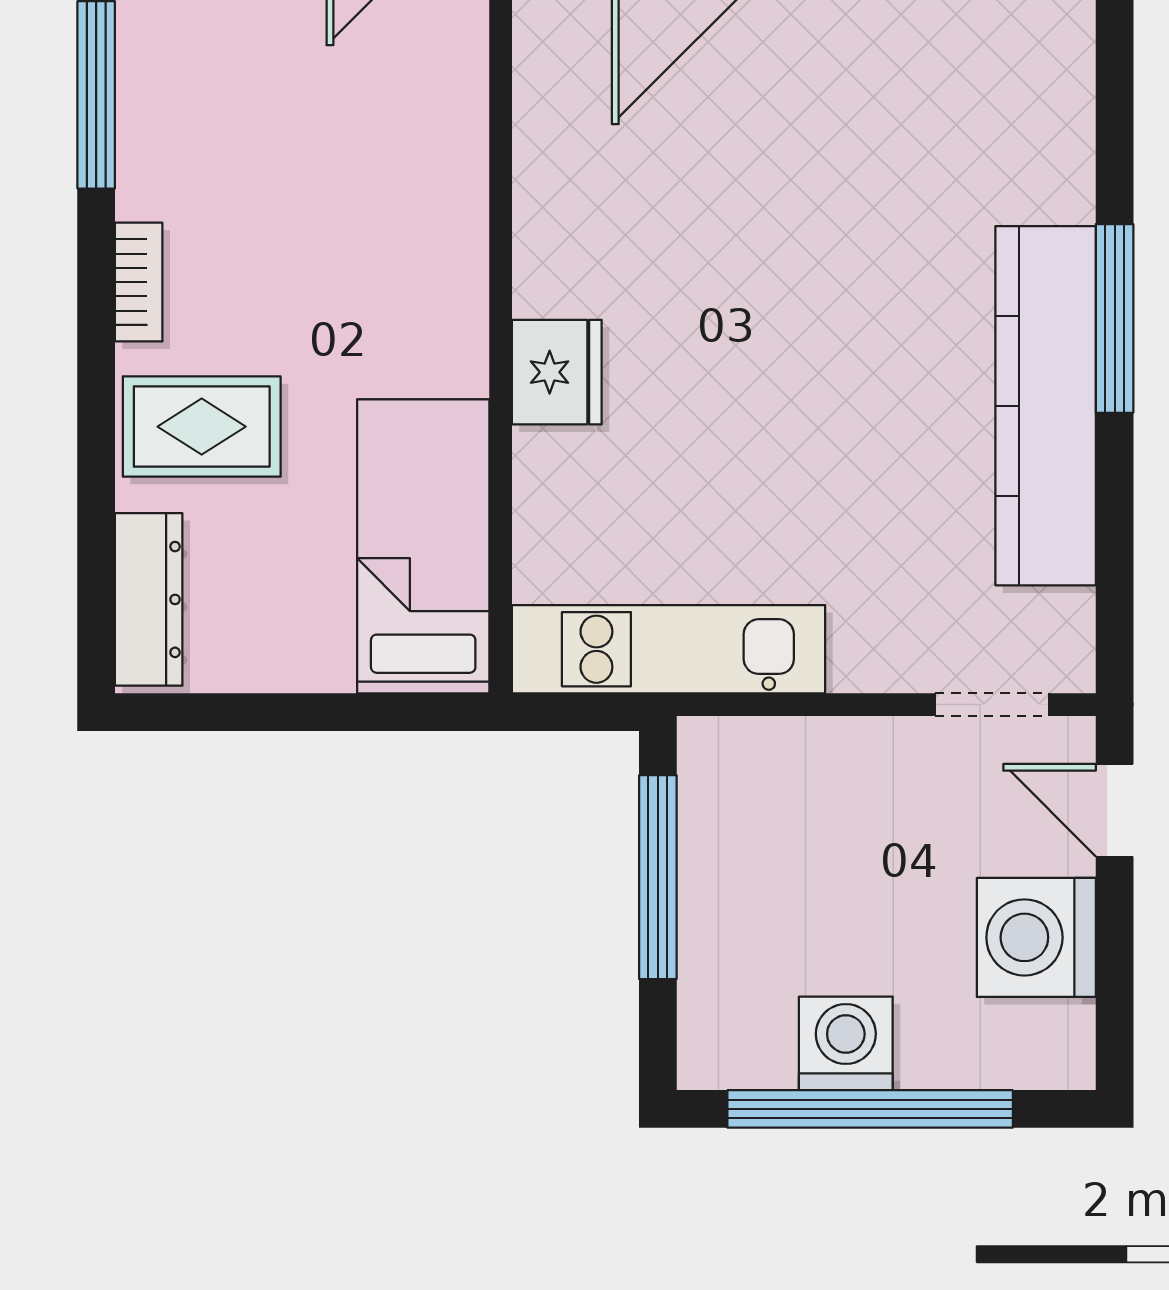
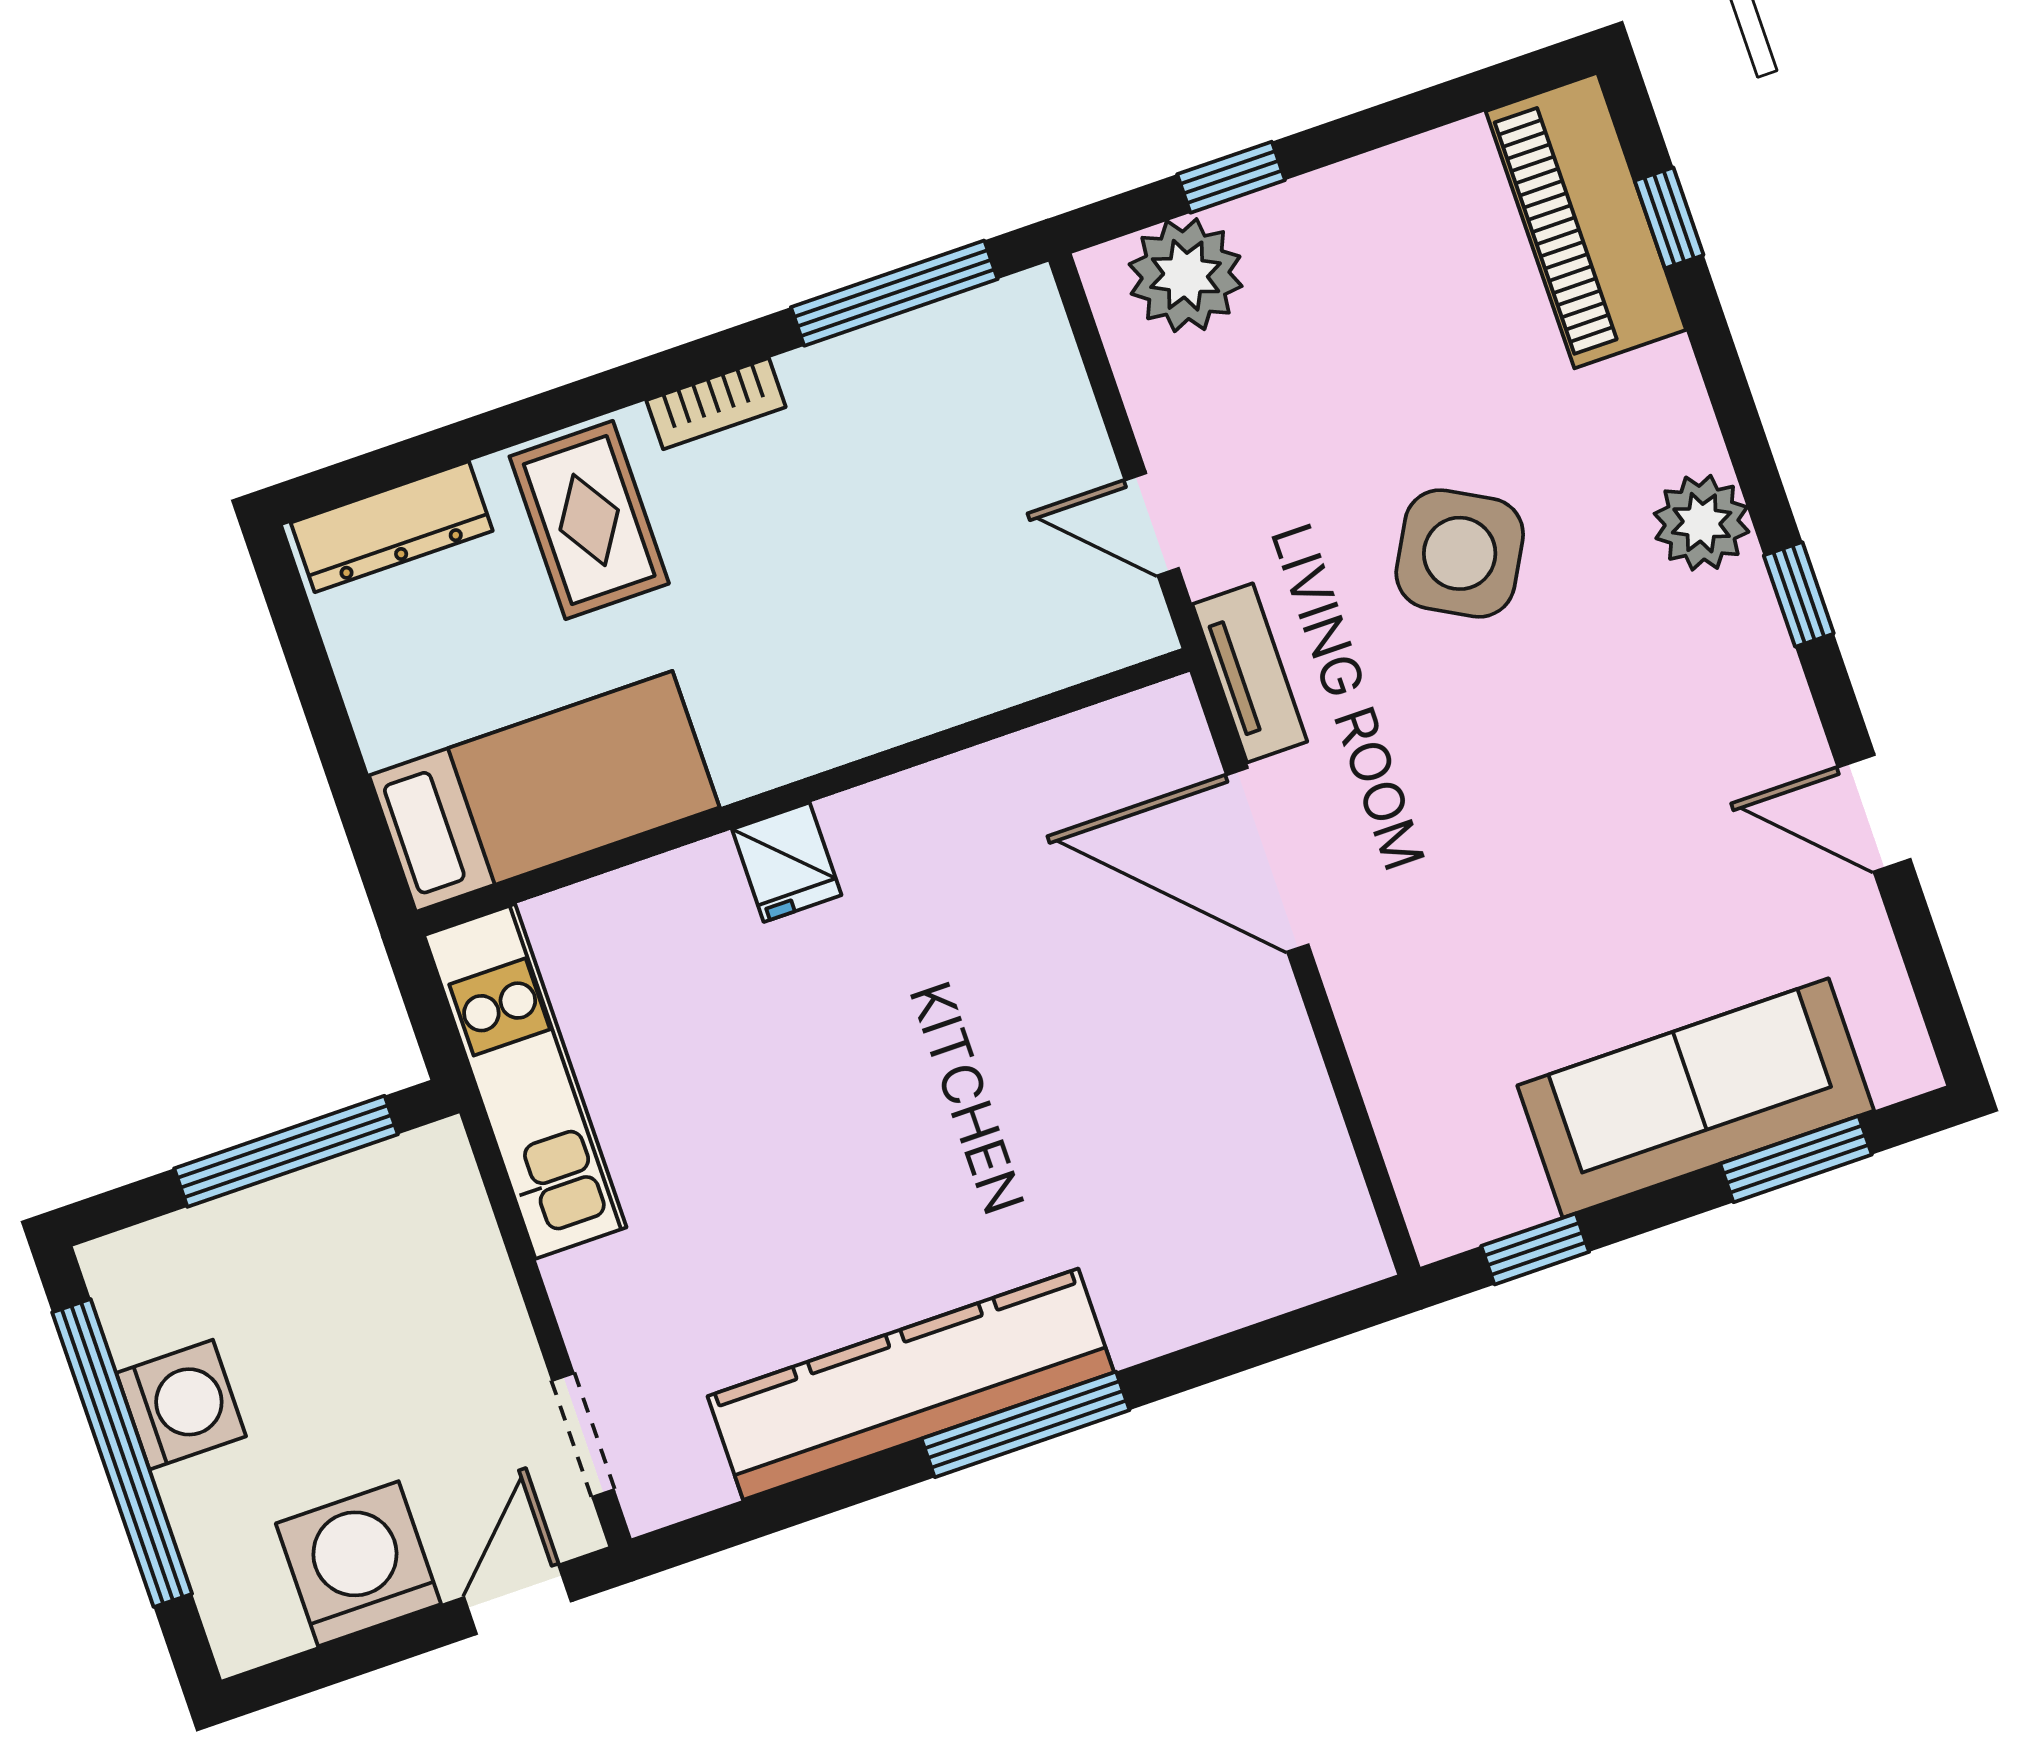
fridge: (557, 372) -> (787, 862), width x0.72

